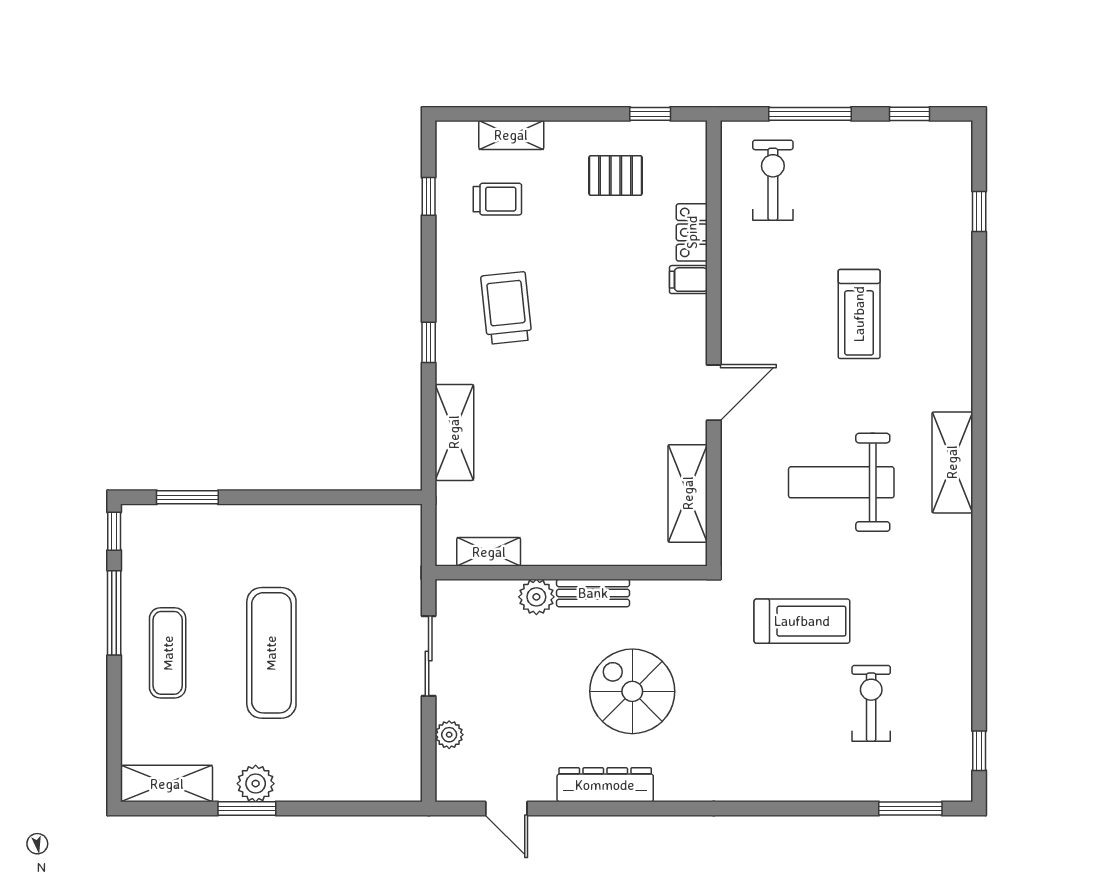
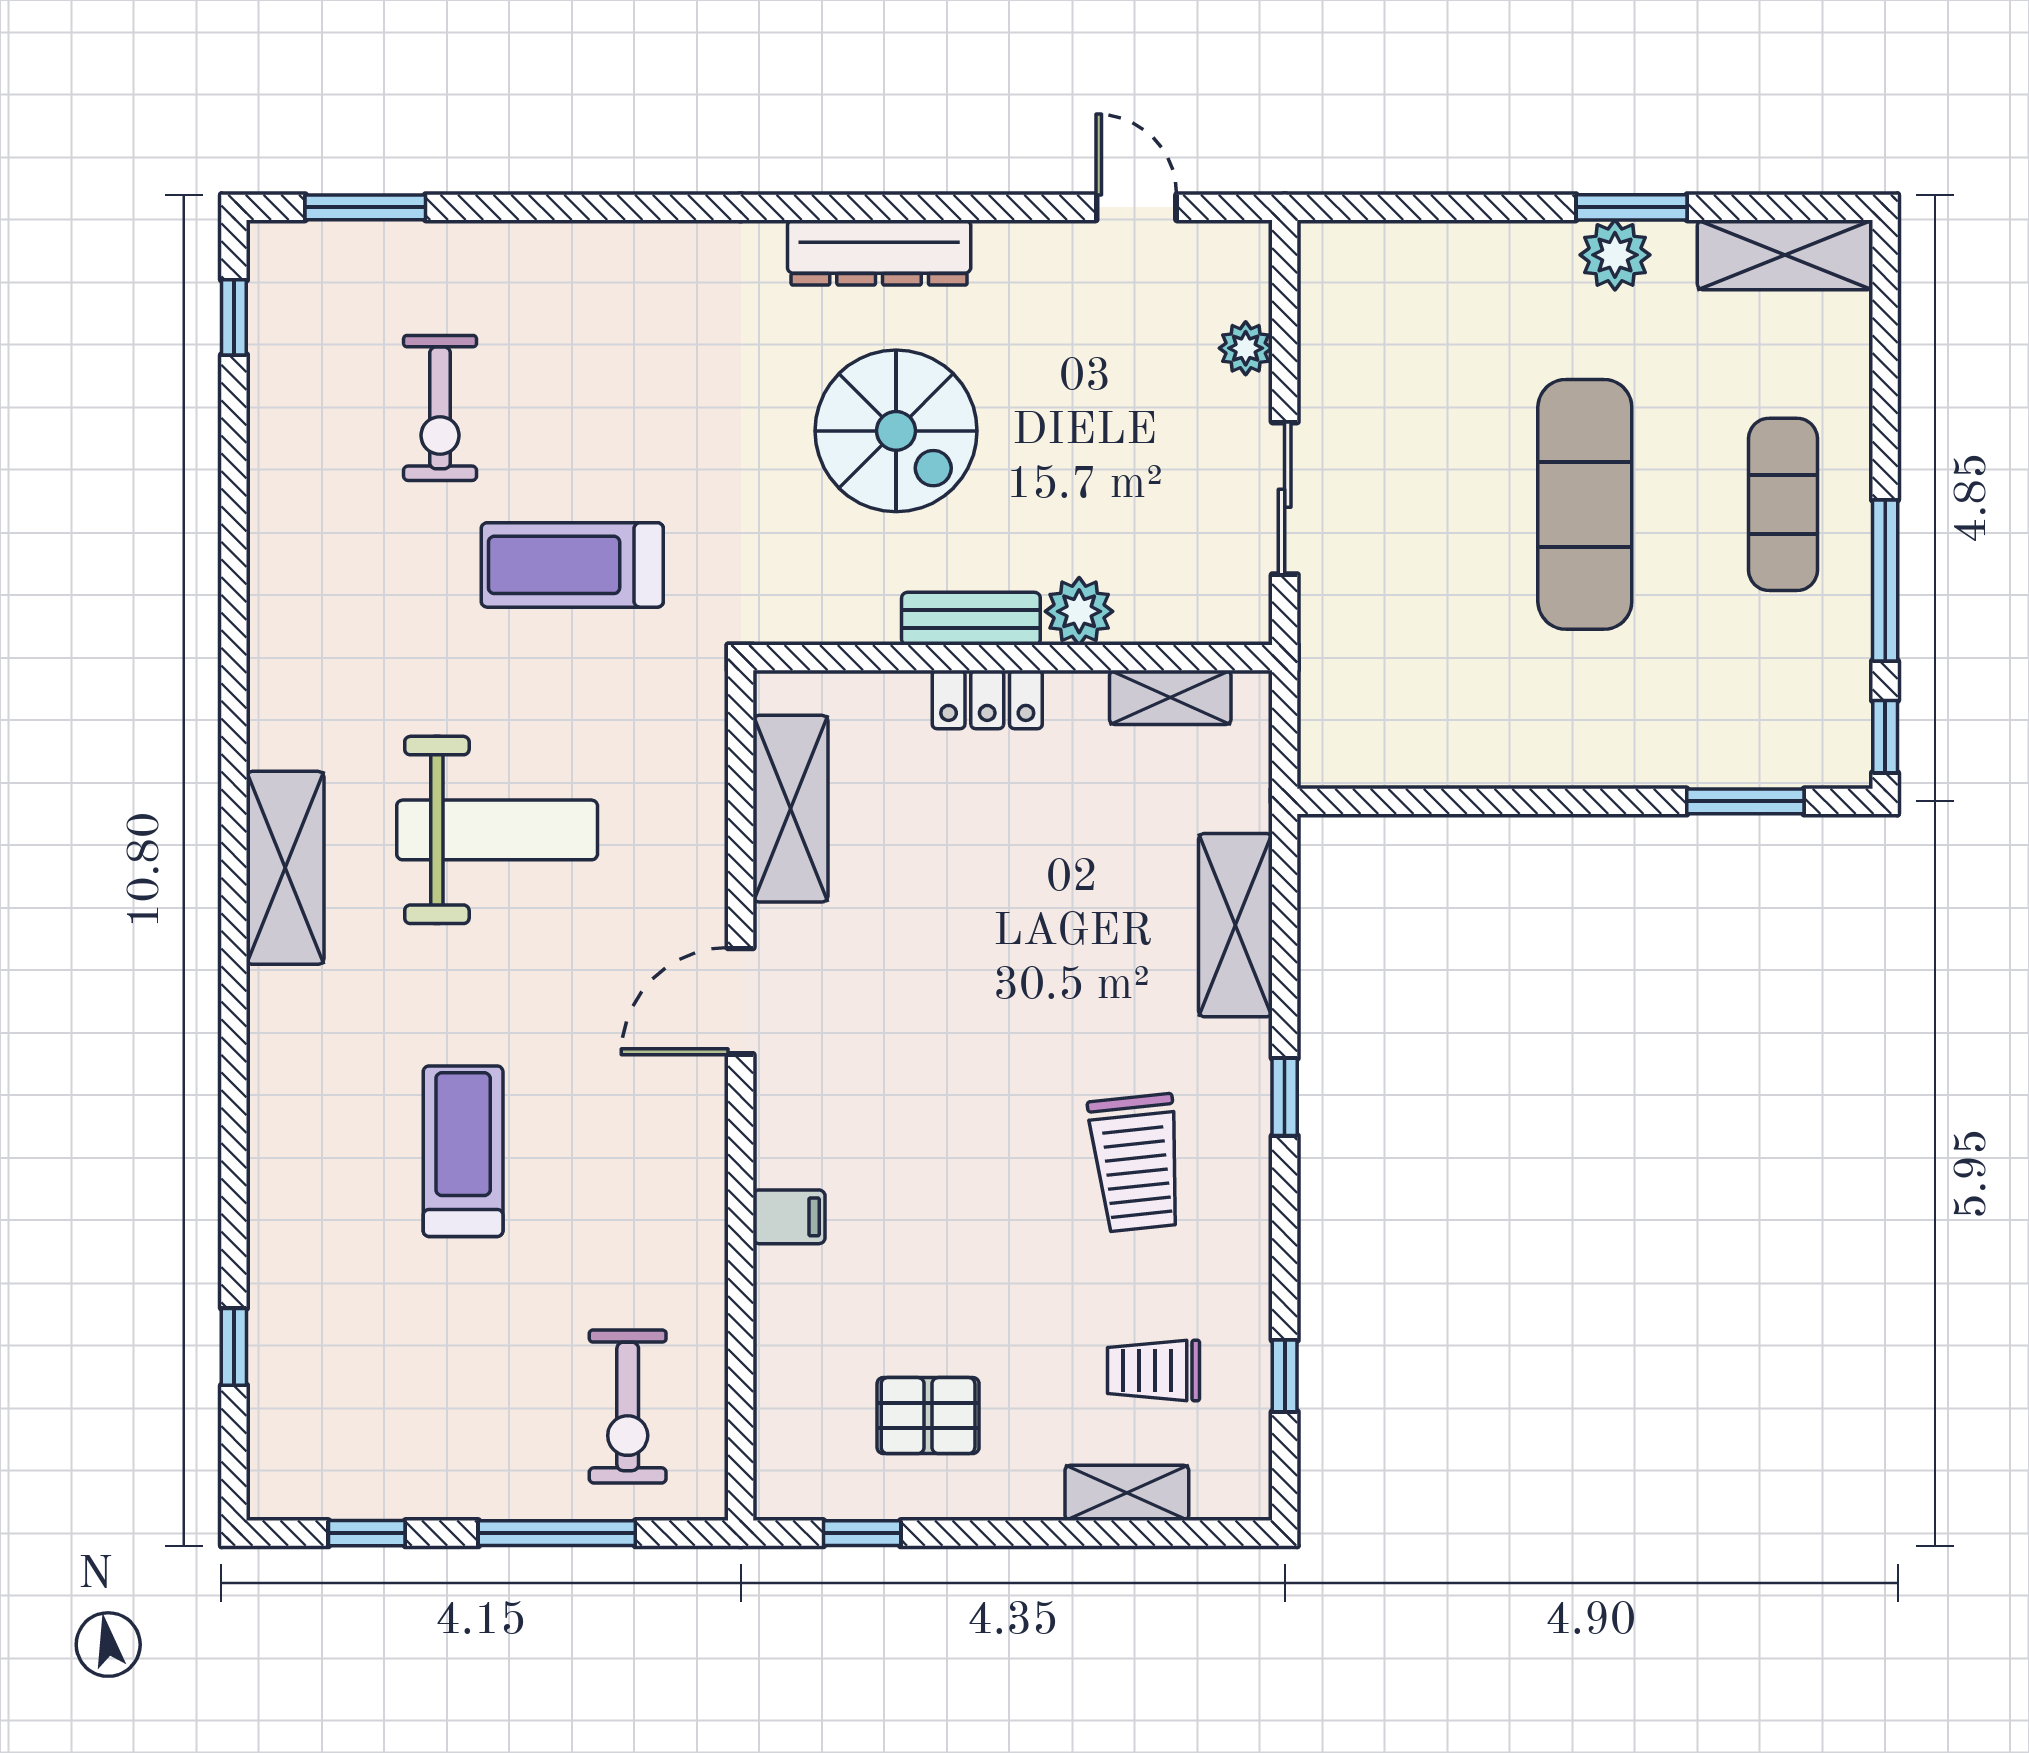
locker: (692, 232) -> (987, 699), moved, turned 90
dresser: (605, 785) -> (879, 252), moved

